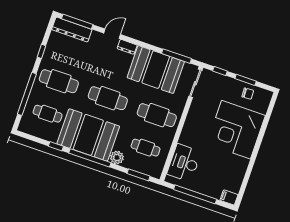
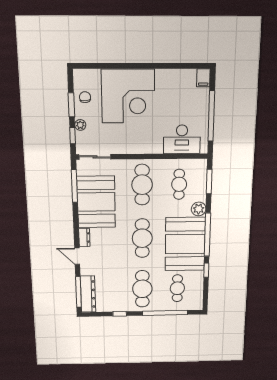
plant: (227, 81) -> (80, 125), added

